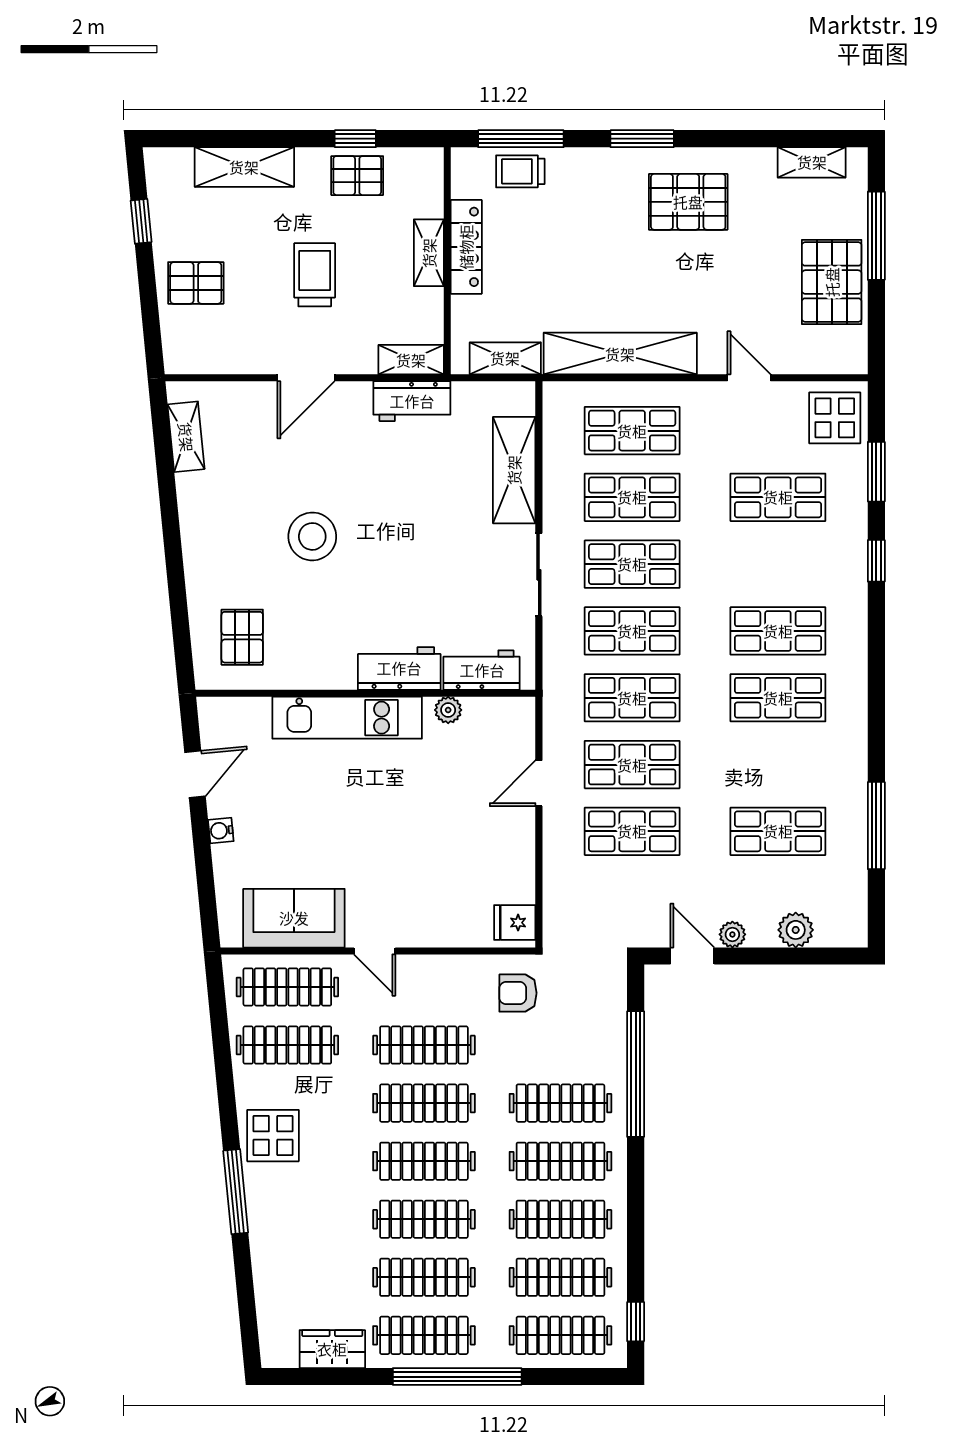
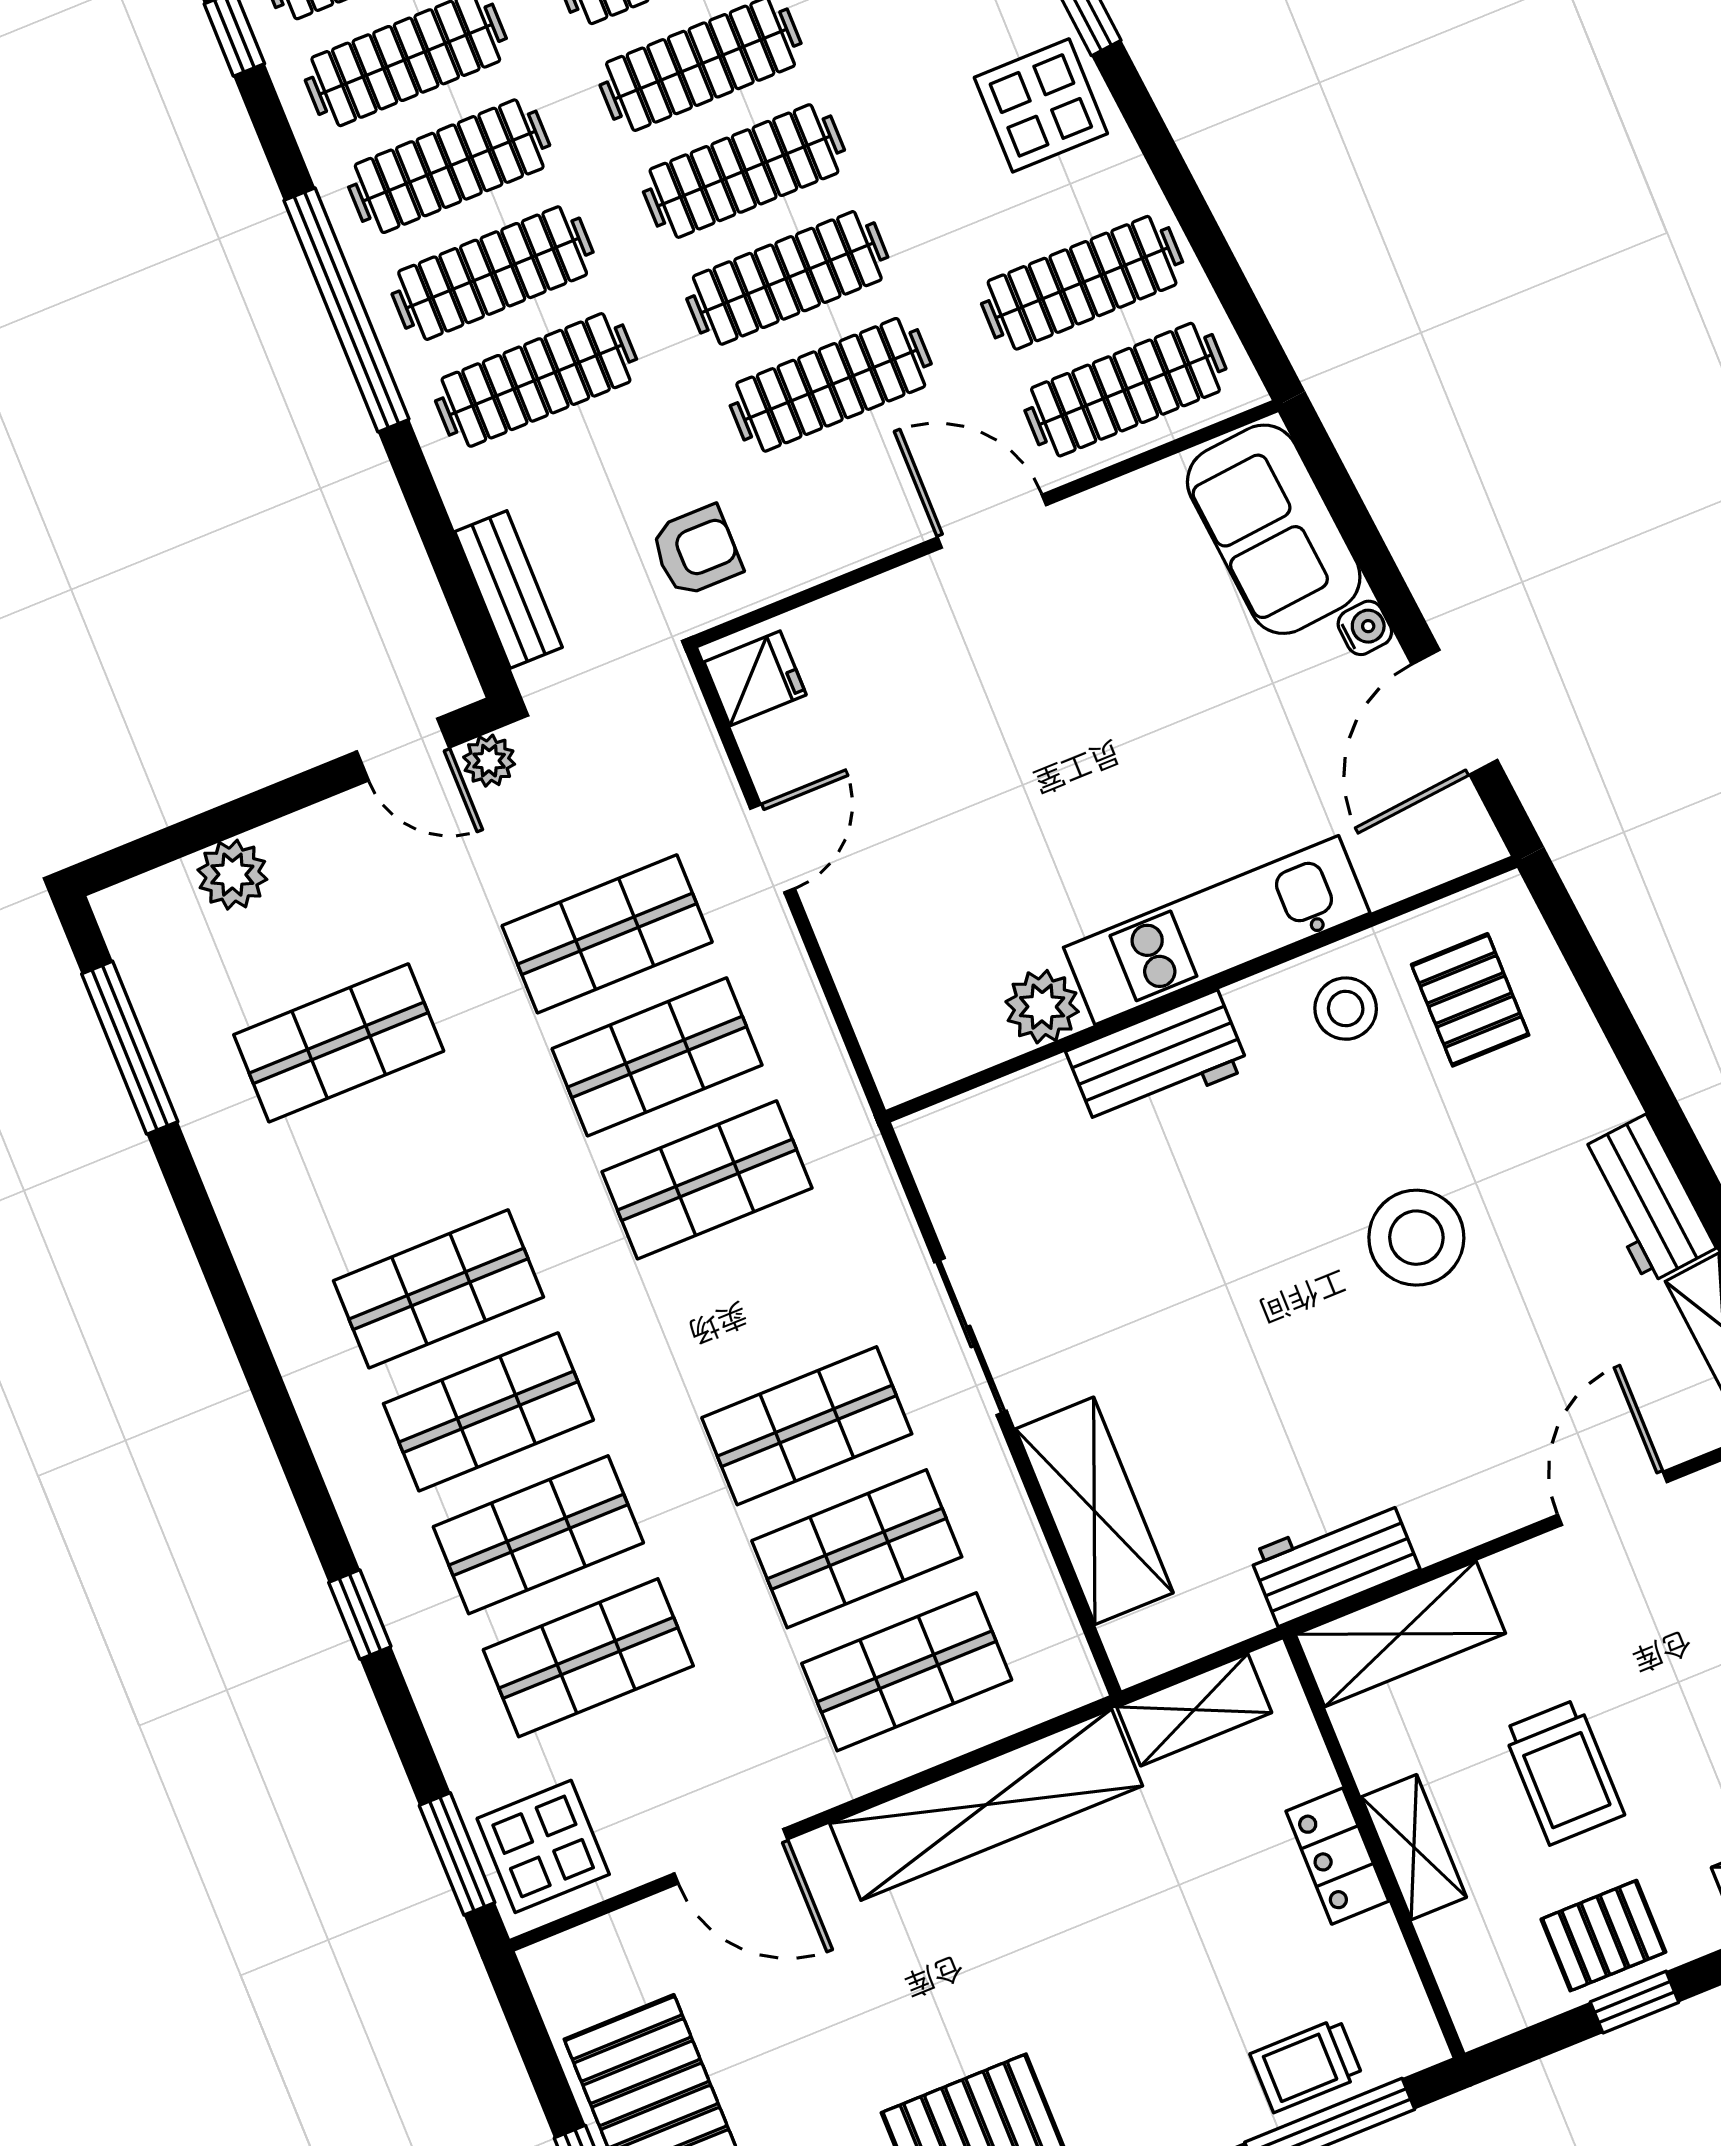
trolley: (520, 171) -> (1306, 2065), turned 180
locker: (466, 247) -> (1337, 1856), width x0.66
trolley: (315, 275) -> (1564, 1772), moved
shelving: (411, 360) -> (1400, 1634), width x1.50, depth x1.33
door: (306, 378) -> (1612, 1498), moved
door: (749, 378) -> (731, 1856), width x1.38
window: (876, 472) -> (457, 1854), moved
shop shelf: (632, 631) -> (538, 1535), moved
stool: (302, 657) -> (1346, 1009), added
workbench: (482, 670) -> (1647, 1199), moved, turned 84
plant: (448, 710) -> (1042, 1007), width x1.38, depth x1.38
door: (195, 774) -> (1455, 712), width x1.38
door: (539, 783) -> (772, 849), moved
window: (876, 826) -> (130, 1048), moved
sofa: (294, 918) -> (1274, 529), moved, turned 84
plant: (732, 934) -> (489, 761), moved
door: (375, 951) -> (992, 521), width x1.38
bench: (613, 1011) -> (509, 589), added
window: (636, 1074) -> (346, 310), moved

